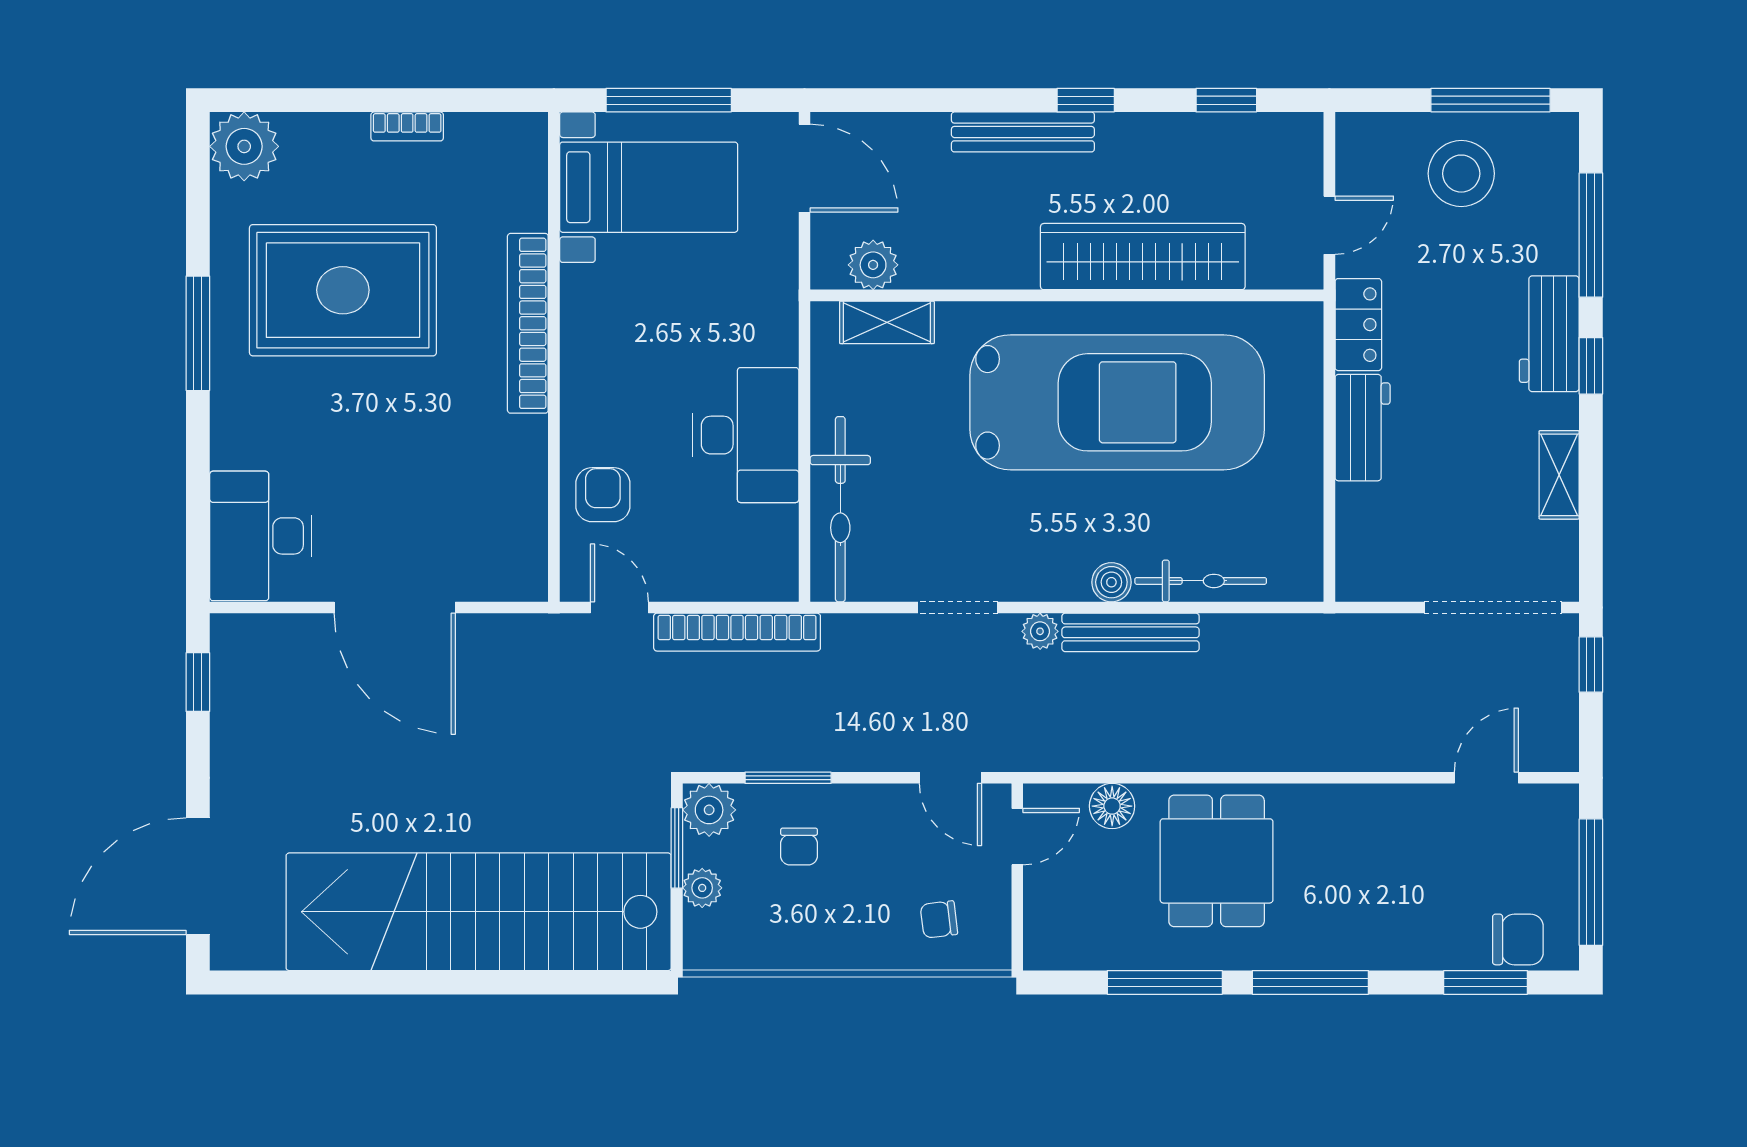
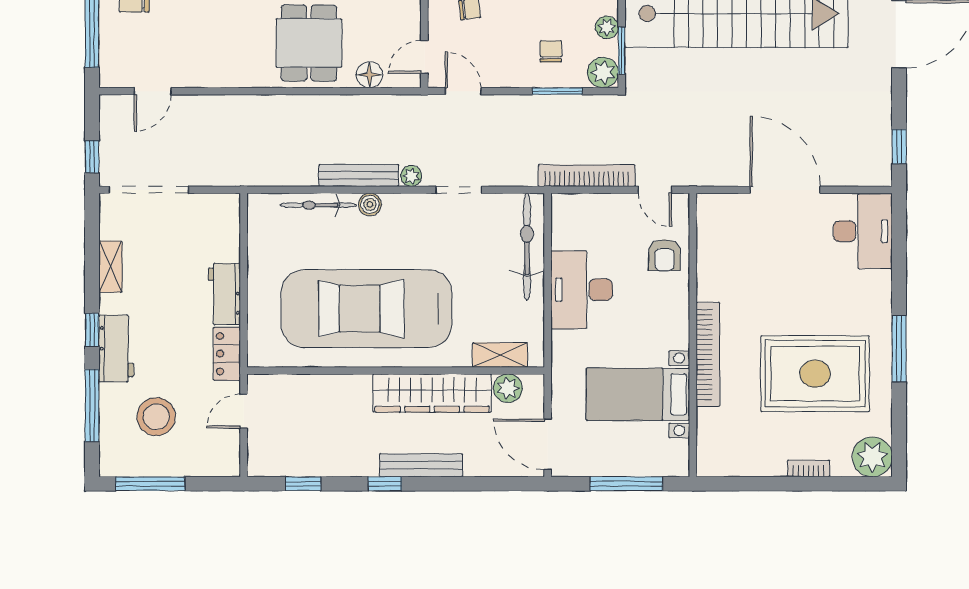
bookcase: (407, 126) -> (809, 468), moved
stool: (1461, 174) -> (156, 417), moved
bed with nightstands: (649, 187) -> (638, 394), moved
wardrobe: (1143, 257) -> (432, 393), moved

